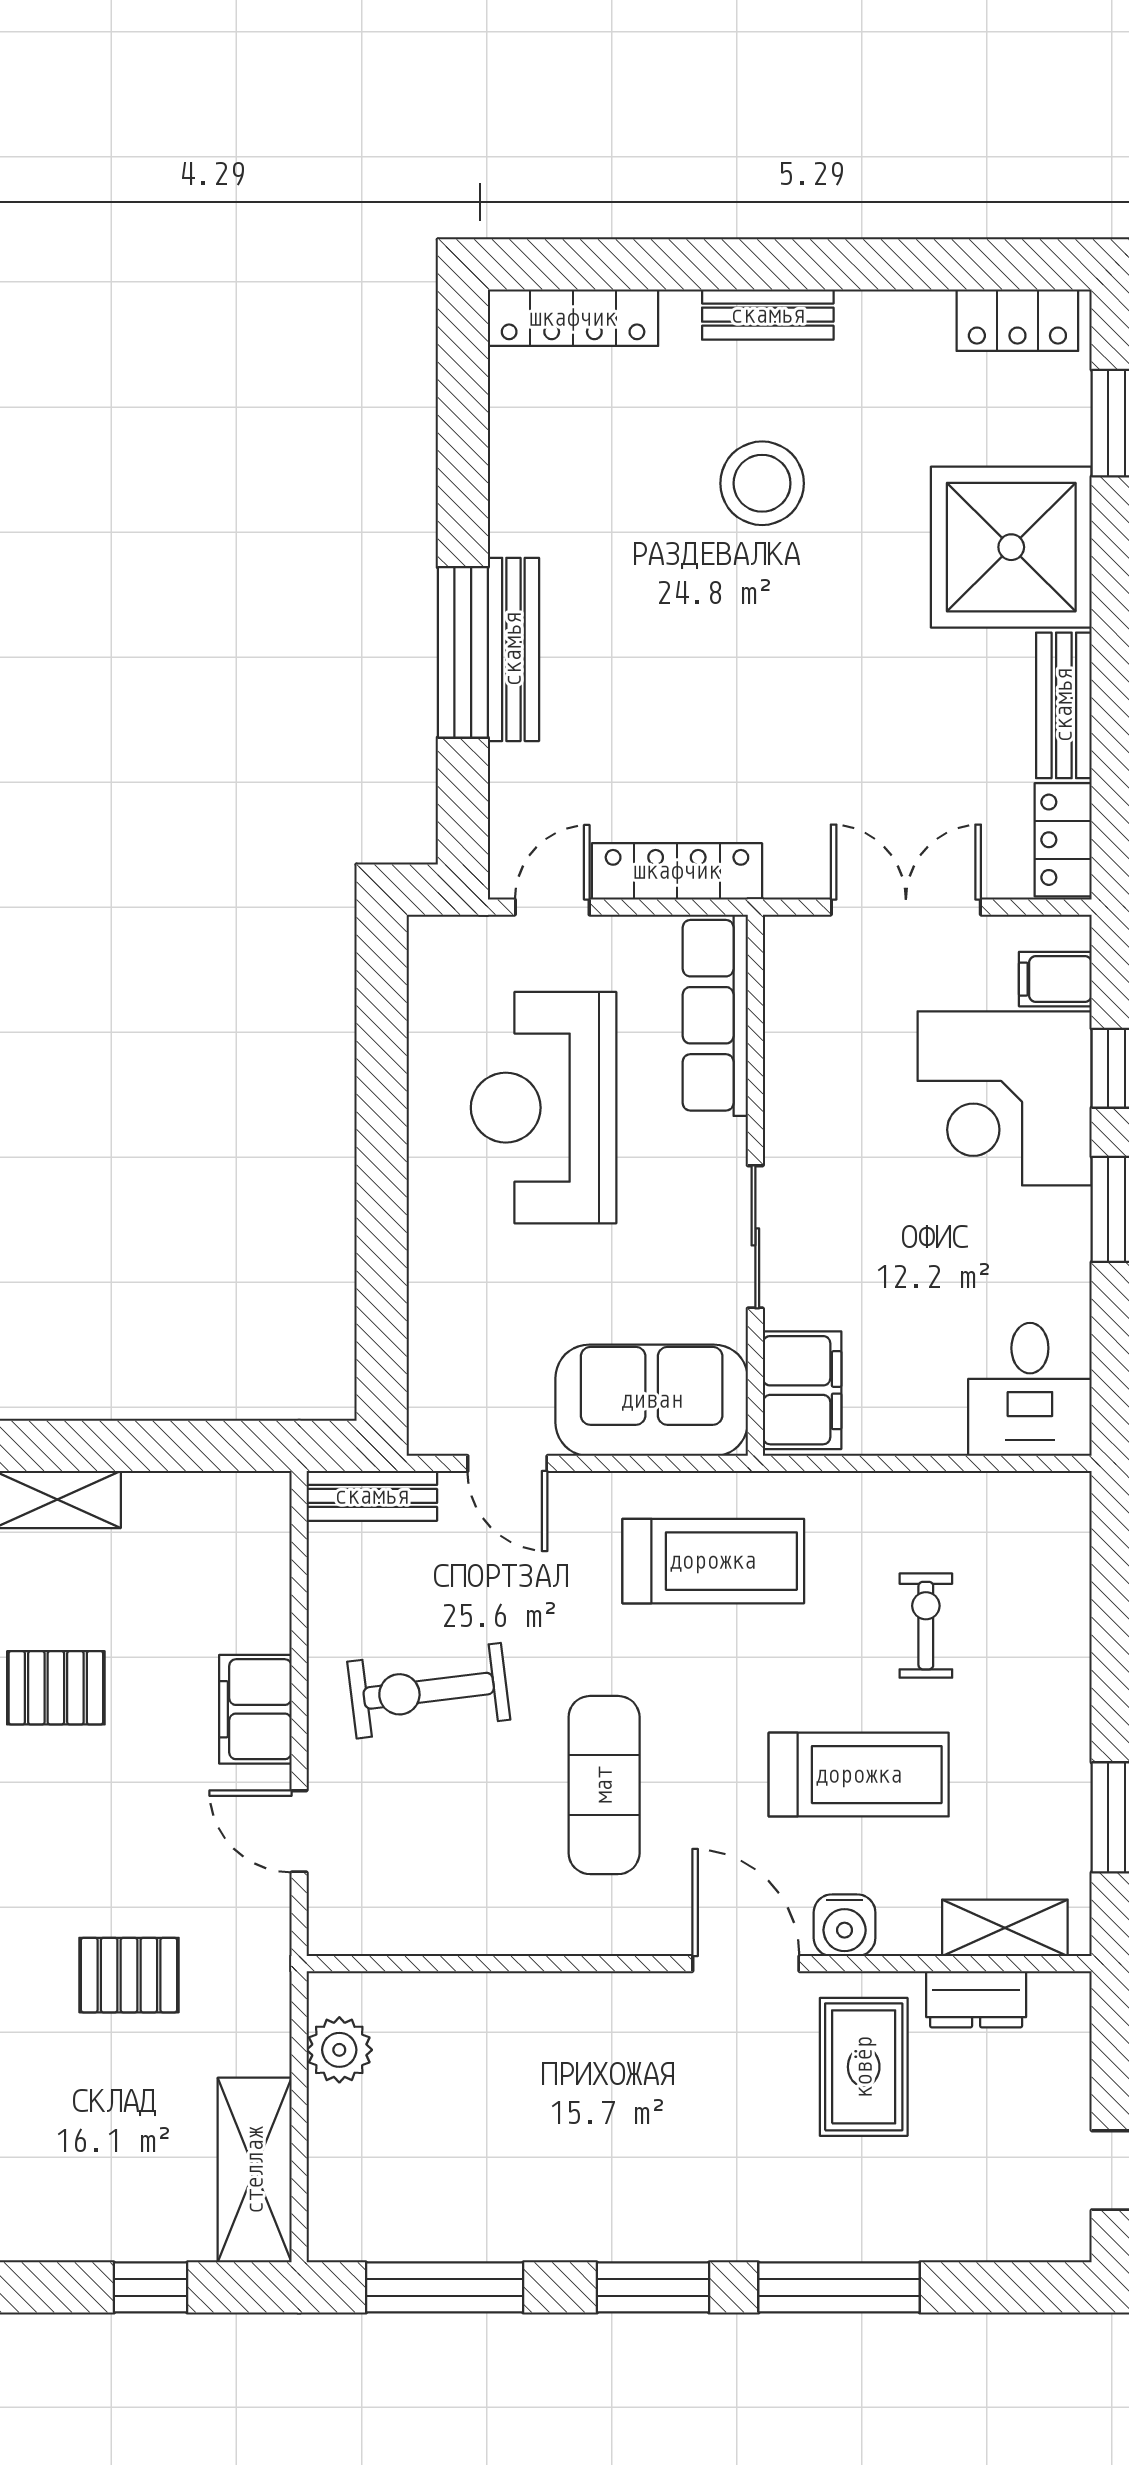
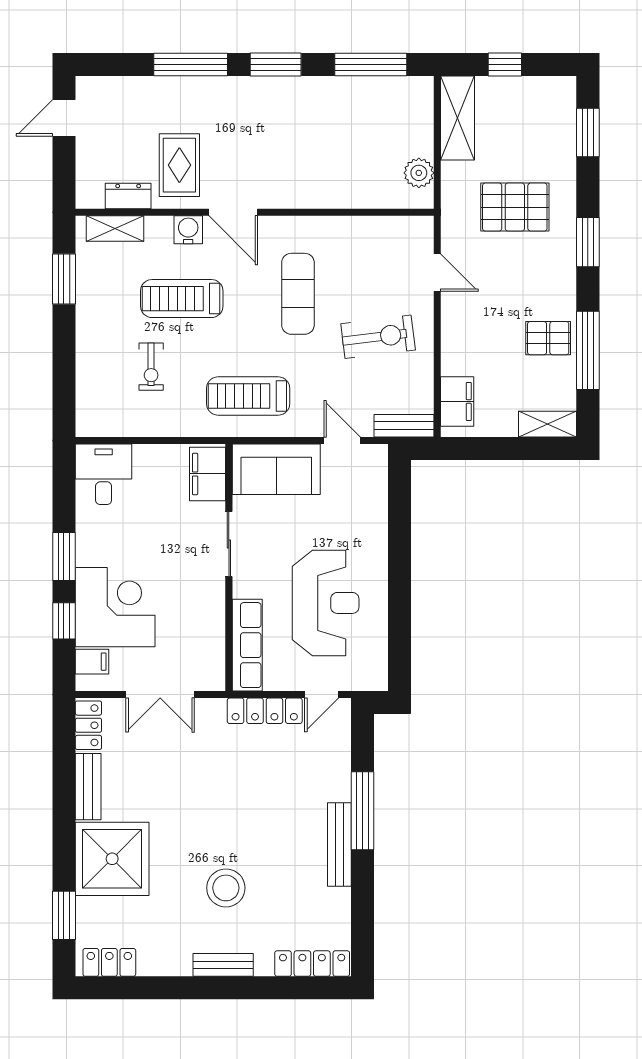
bench: (513, 649) -> (339, 845), moved
filing cabinet: (255, 1709) -> (457, 401), moved
pallet: (129, 1975) -> (515, 207), width x1.50, depth x1.42

